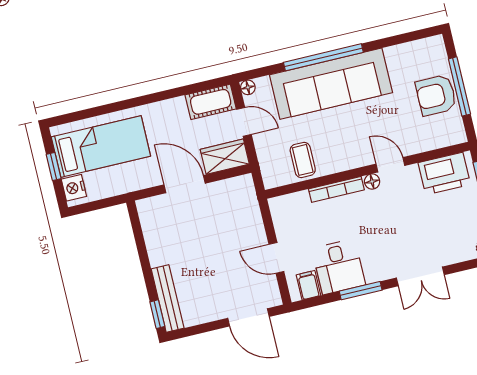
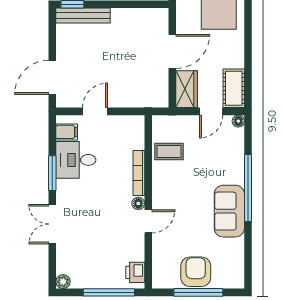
sofa: (331, 84) -> (229, 211), width x0.54, depth x0.79
printer: (444, 174) -> (135, 272), width x0.53, depth x0.68

